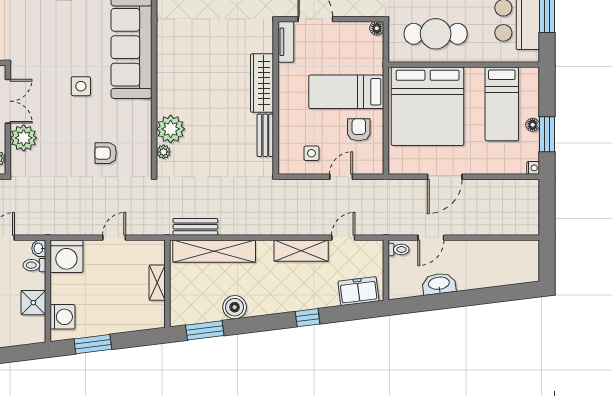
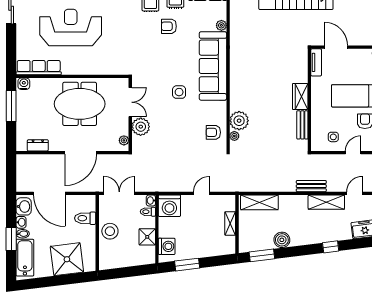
wardrobe: (262, 83) -> (300, 97), width x0.67
armchair: (106, 153) -> (213, 132), moved
bench: (195, 227) -> (311, 186), moved
shelving: (214, 251) -> (259, 202), width x0.68

